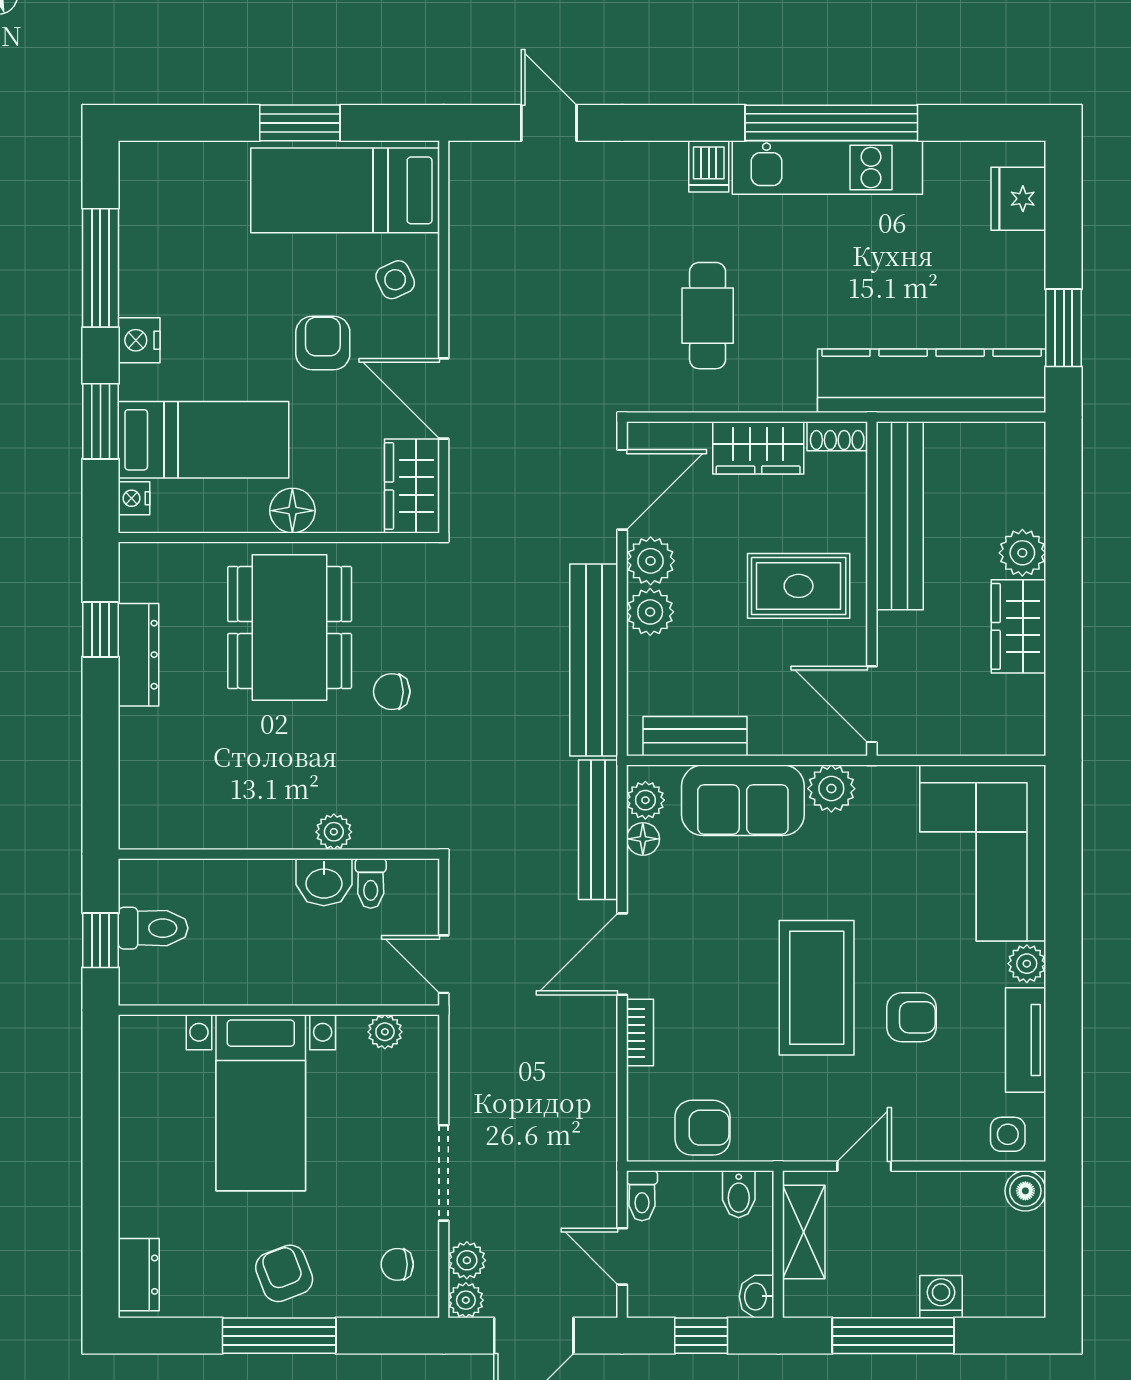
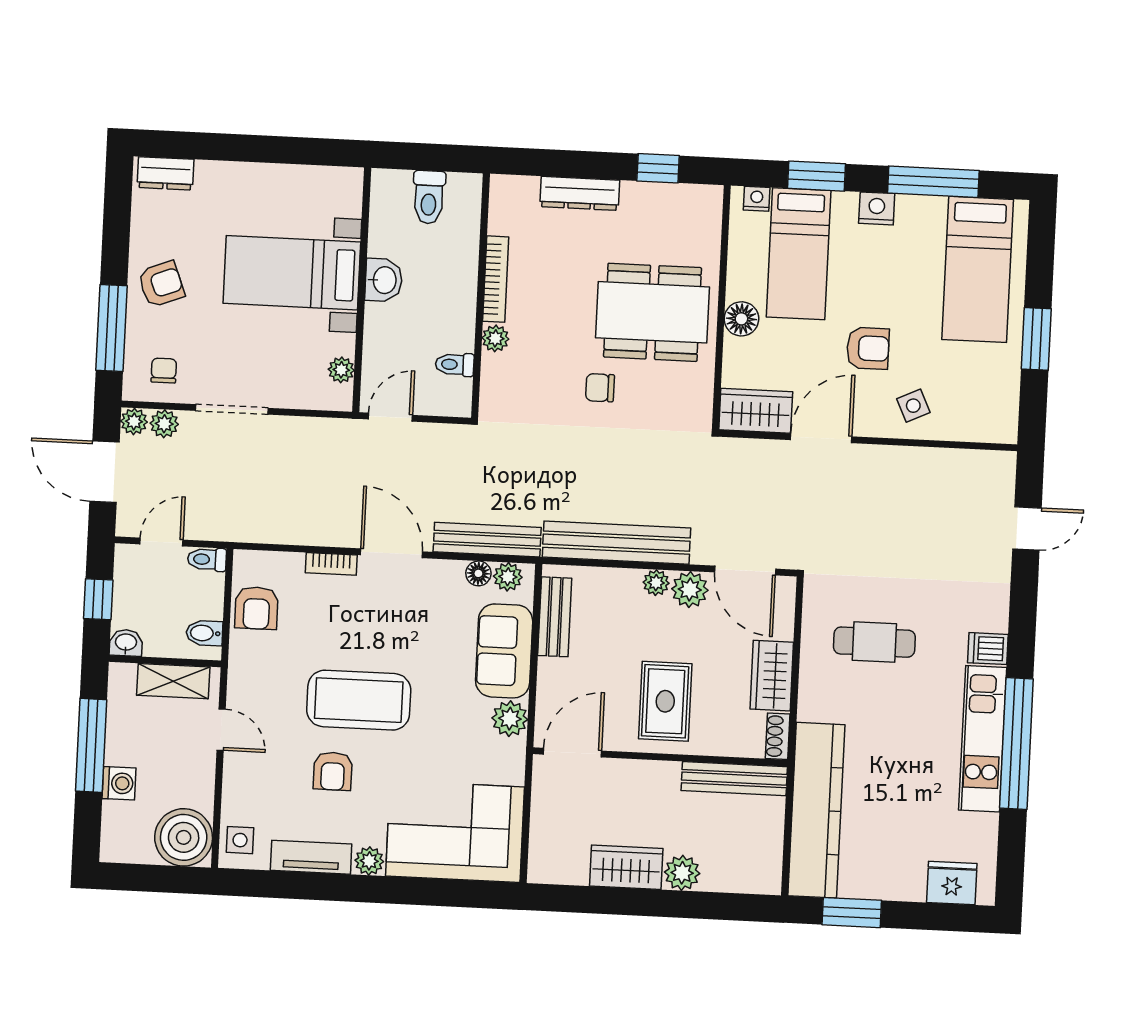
bed: (345, 190) -> (978, 269), moved, turned 180
bench: (900, 516) -> (734, 779), width x0.73, depth x0.82
plant: (650, 612) -> (656, 583), width x0.73, depth x0.73
dresser: (138, 655) -> (580, 193), moved
chair: (392, 692) -> (600, 388), turned -90
bookcase: (256, 835) -> (496, 279), added
washbasin: (324, 882) -> (384, 280), moved, turned 180
window: (100, 940) -> (421, 157), removed
boiler: (1025, 1191) -> (184, 837), width x1.86, depth x1.86
window: (279, 1336) -> (112, 328), moved

